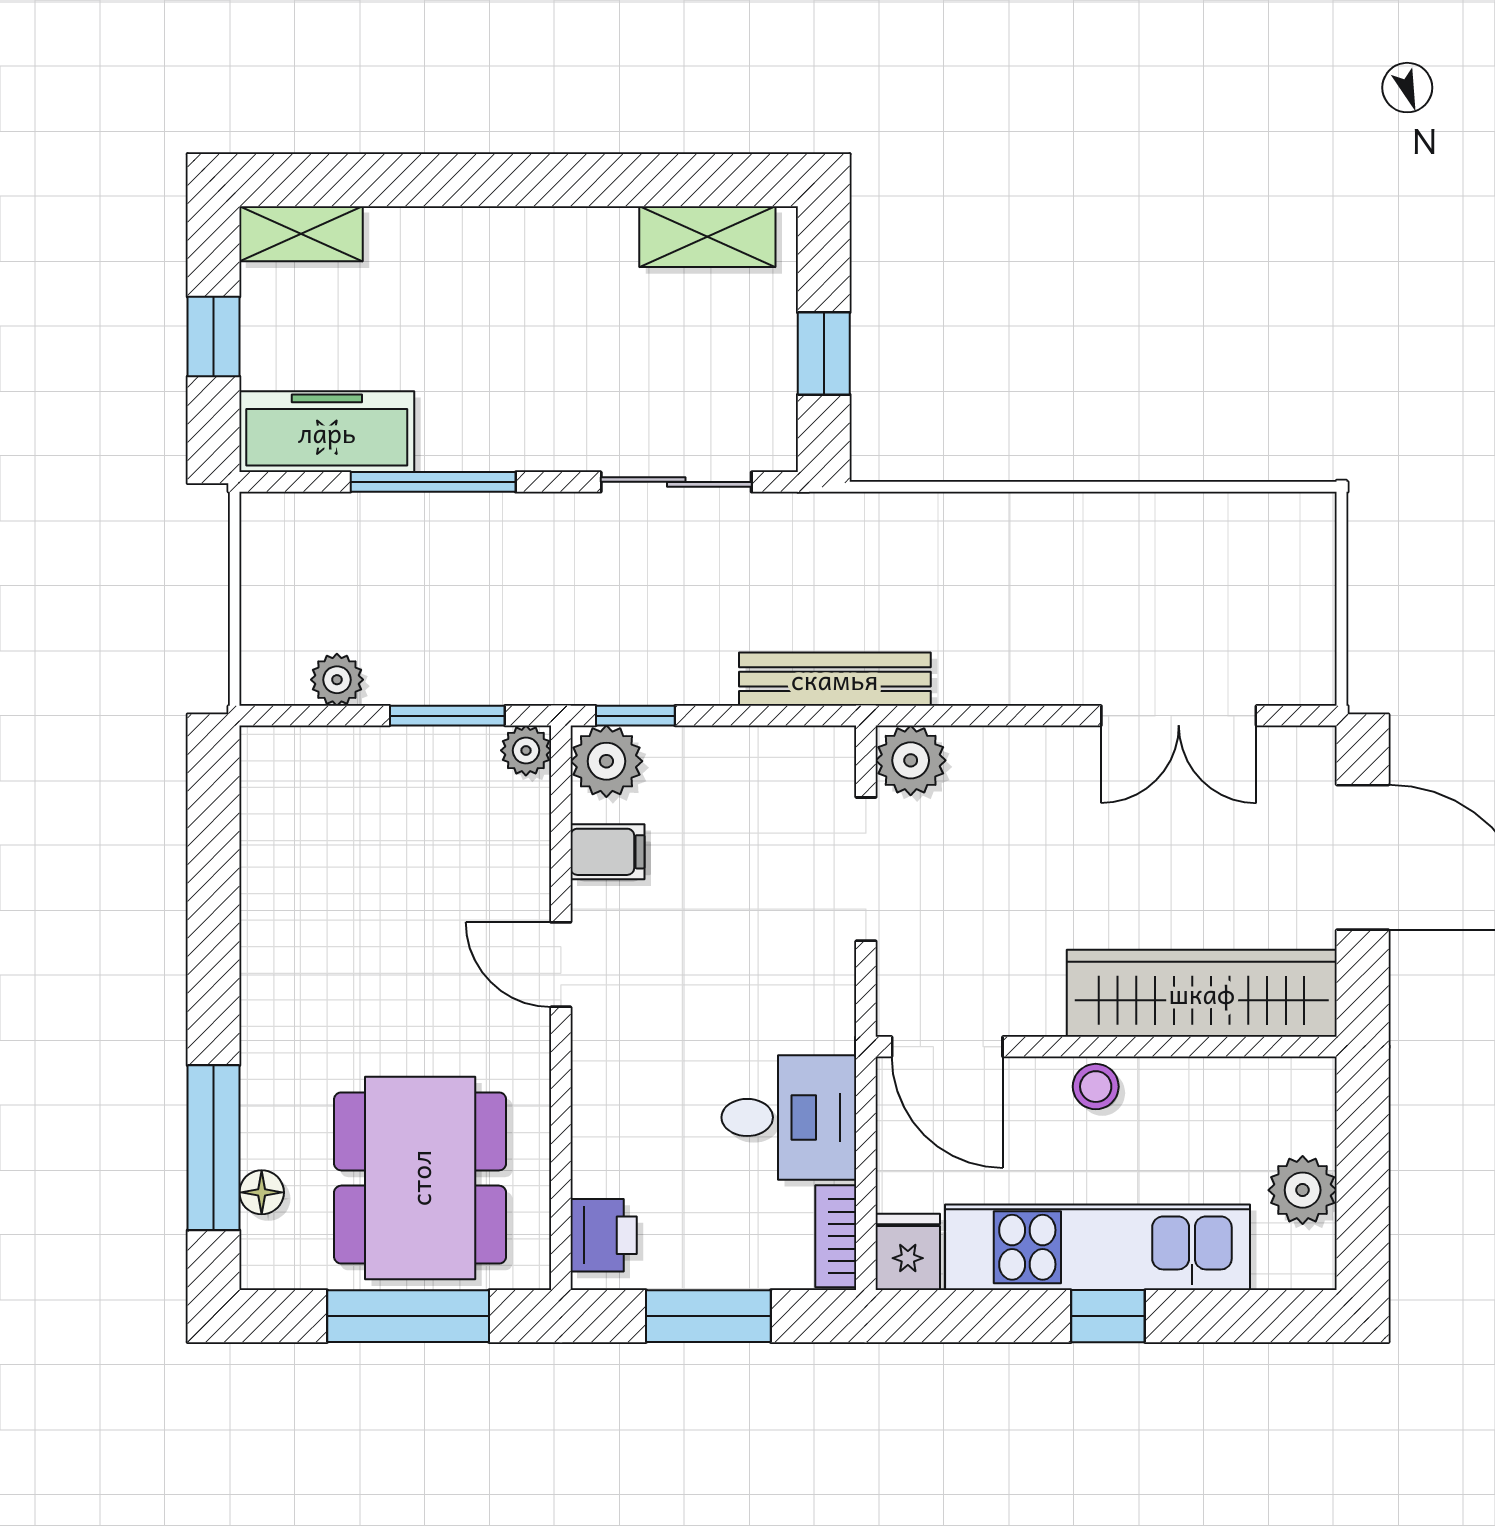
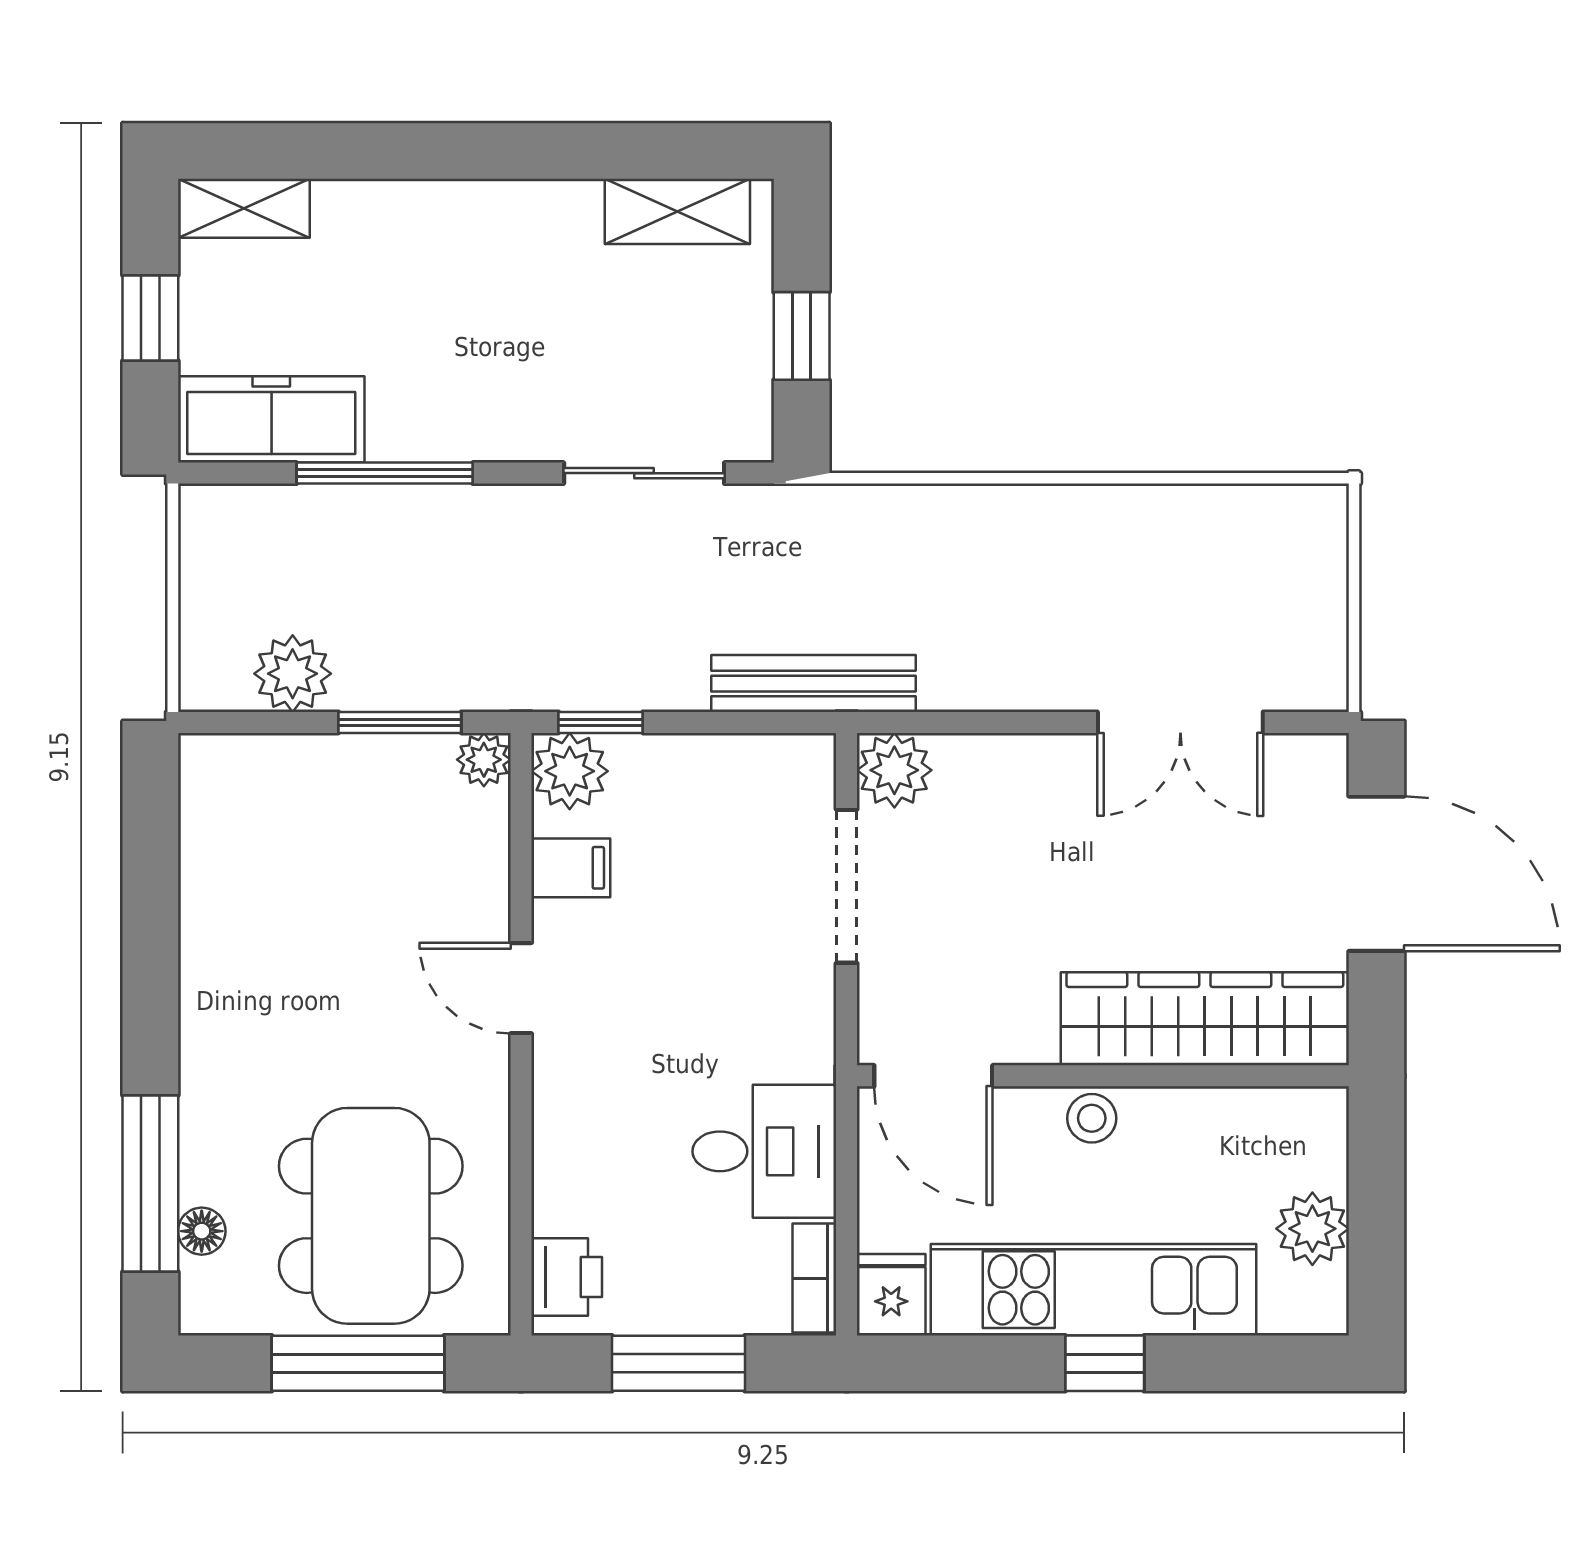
plant: (337, 680) -> (293, 674), width x1.38, depth x1.38

